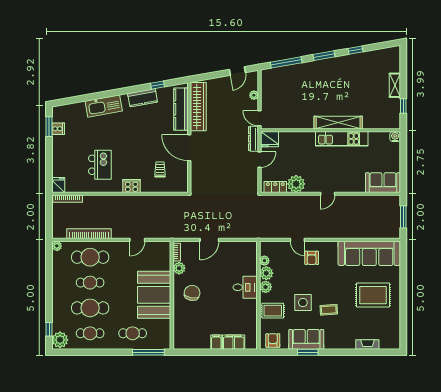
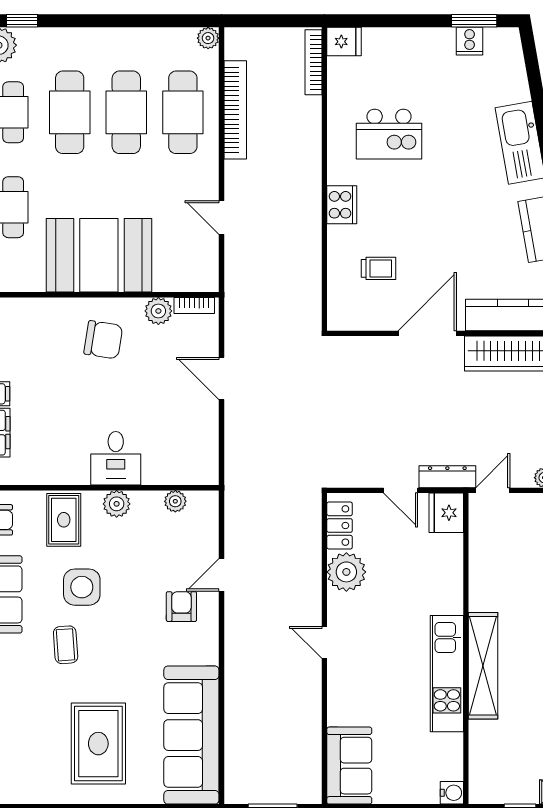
armchair: (312, 258) -> (181, 607), turned 90
plant: (266, 273) -> (147, 505), removed
cafe table: (90, 283) -> (126, 112), width x1.37, depth x1.35

